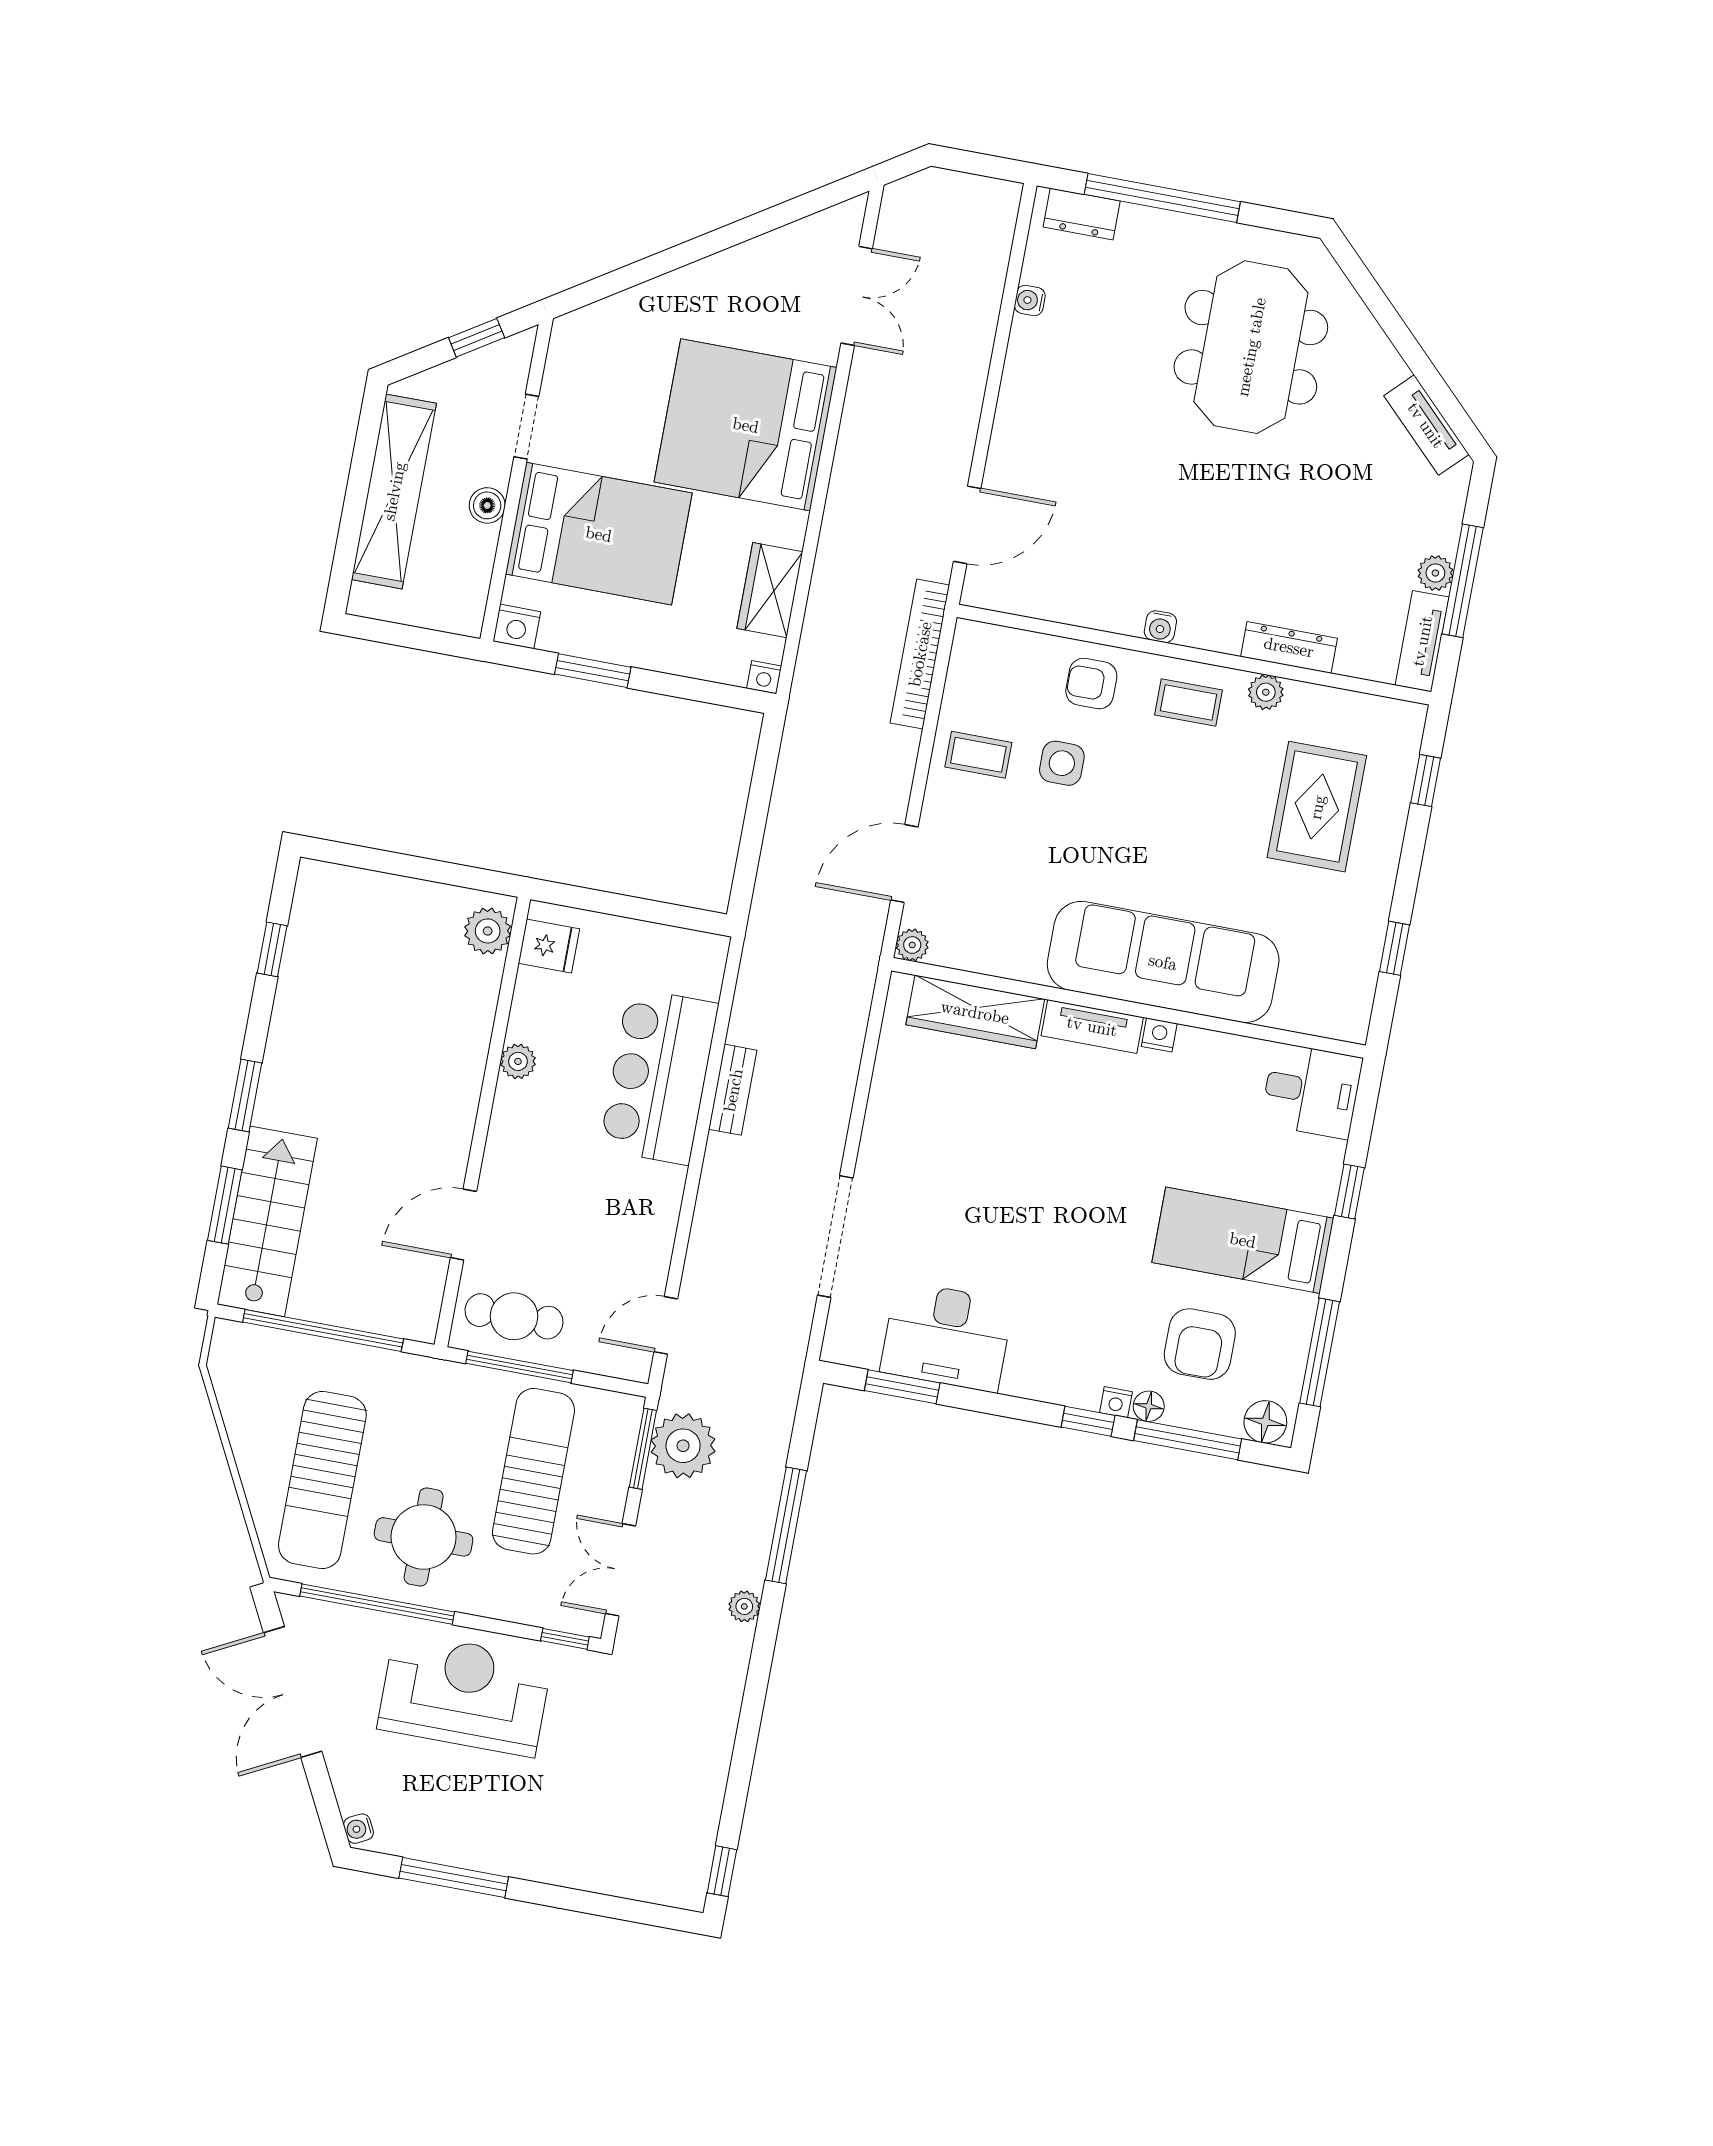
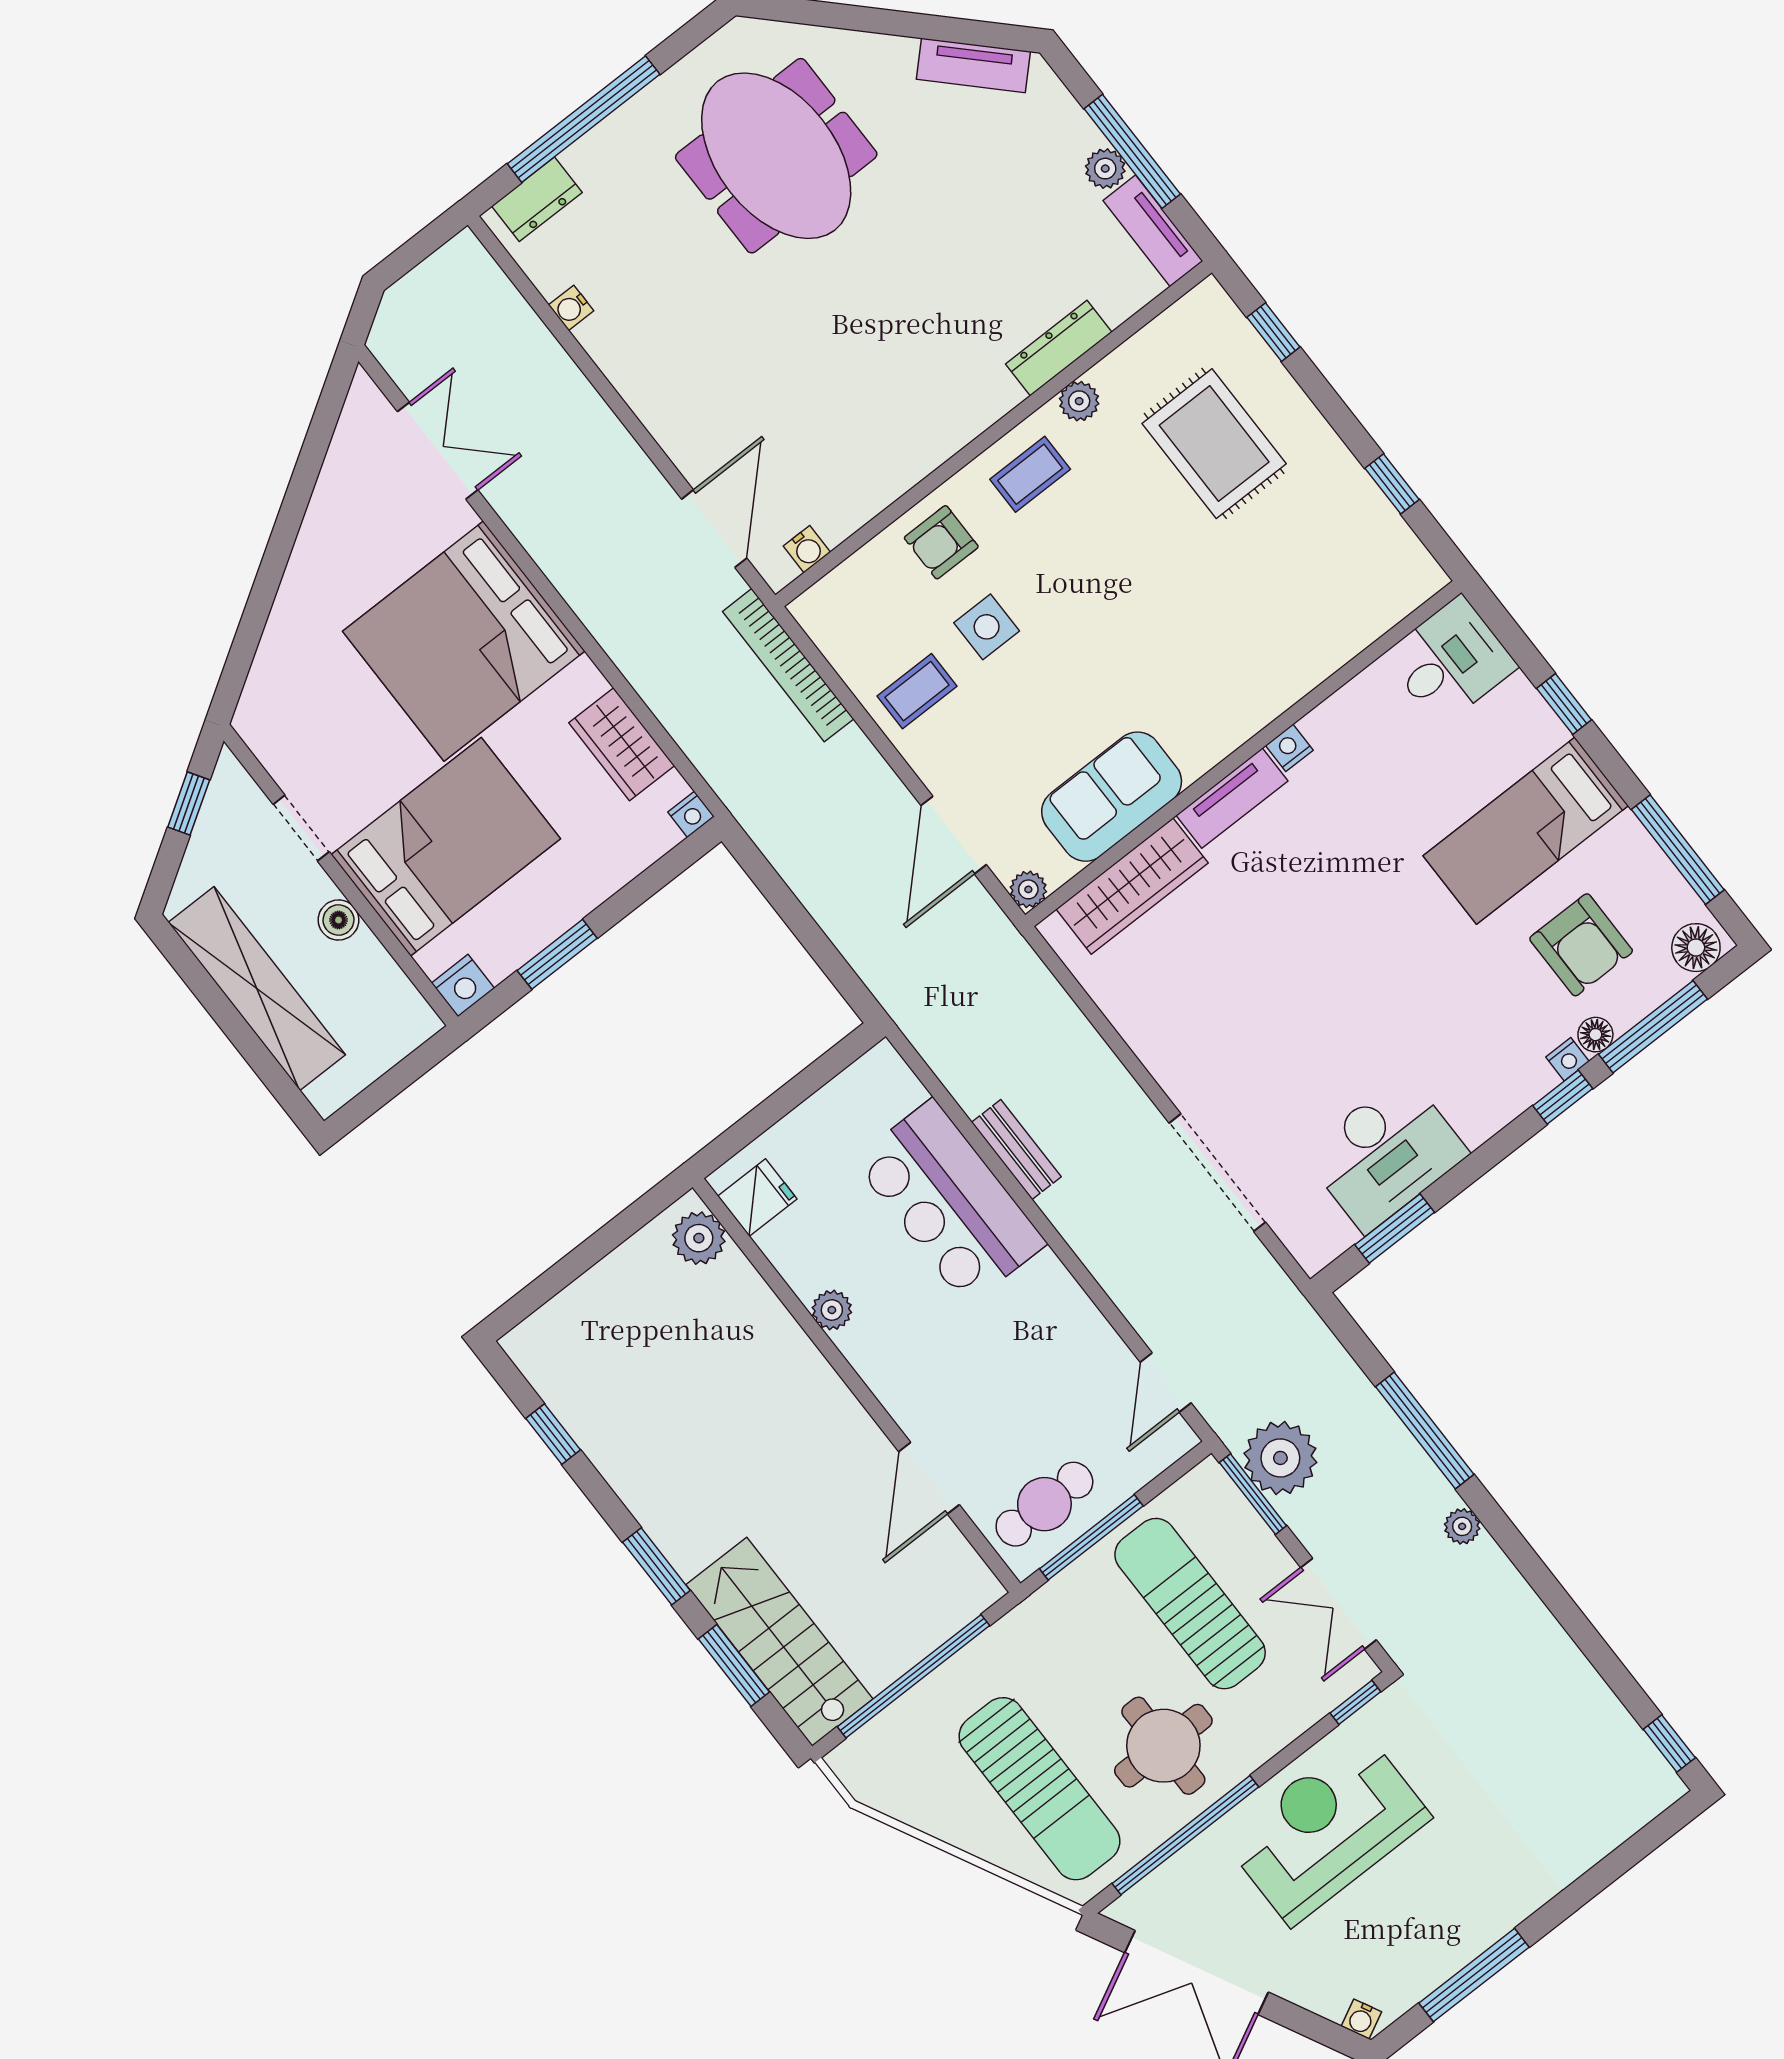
water cooler: (1160, 627) -> (807, 549), moved
sofa: (1163, 962) -> (1112, 797), moved, width x0.54, depth x0.79

